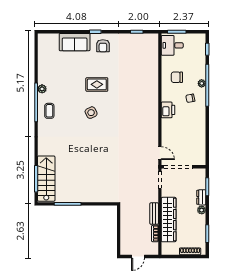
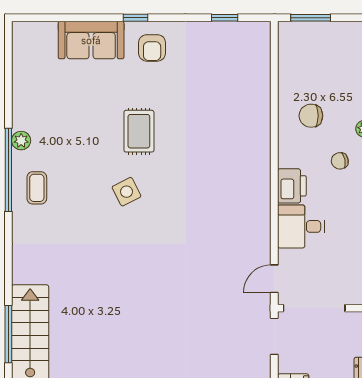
desk: (172, 45) -> (301, 226), moved
rug: (97, 84) -> (139, 131), turned 90
door: (160, 153) -> (274, 279), swing flipped

